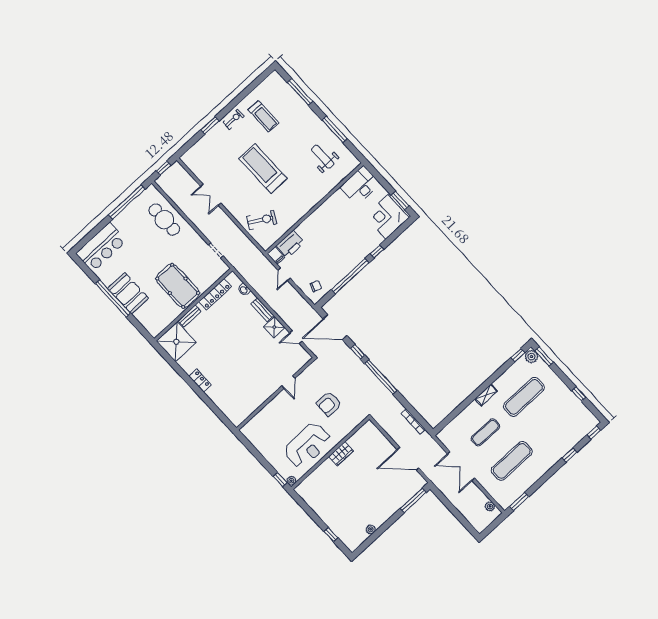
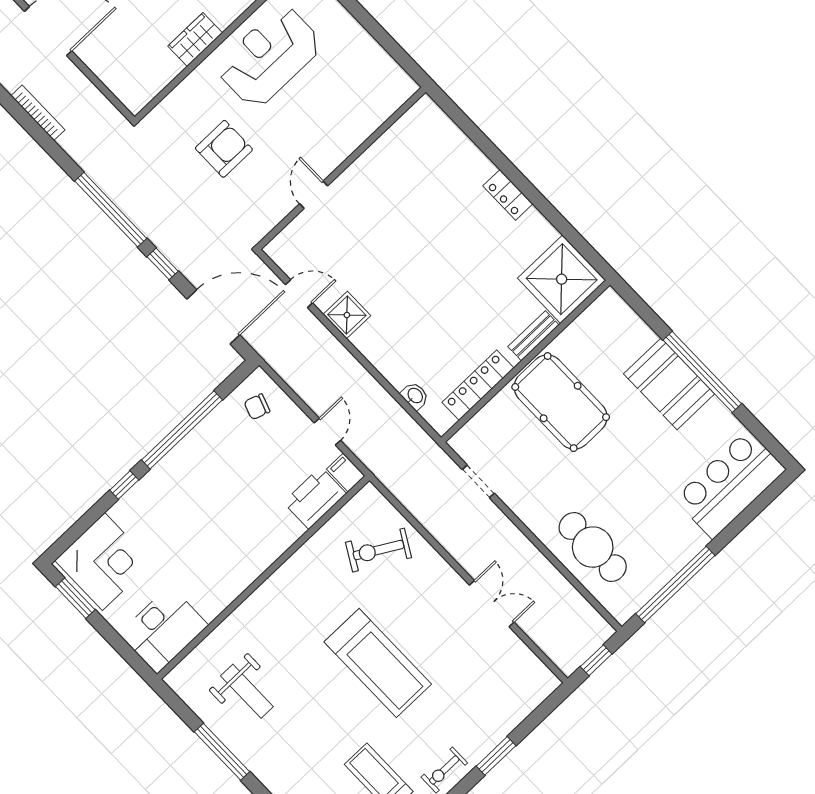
bench: (262, 310) -> (374, 353), removed

